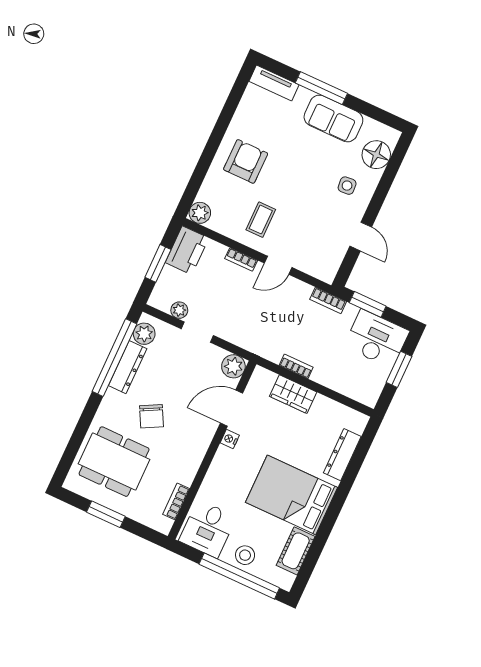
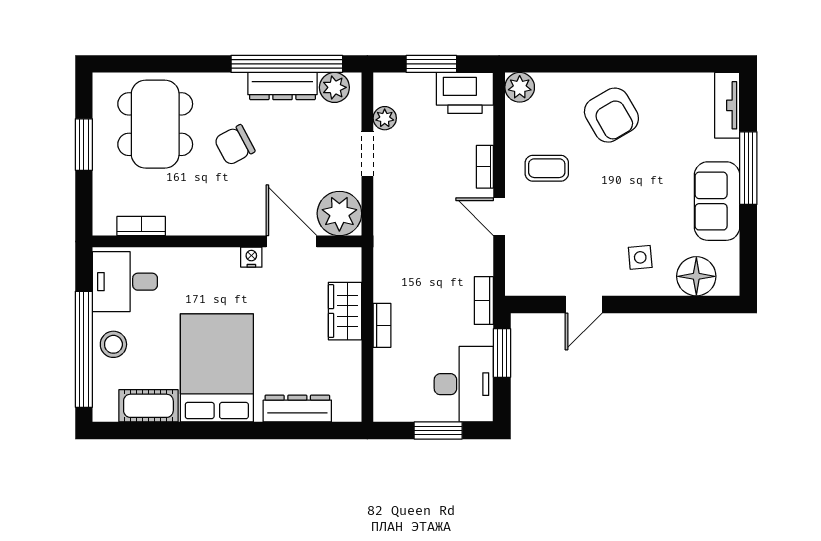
armchair: (246, 161) -> (611, 115), turned 60
plant: (233, 366) -> (339, 213), width x1.36, depth x1.36
bookcase: (296, 366) -> (382, 325), moved

